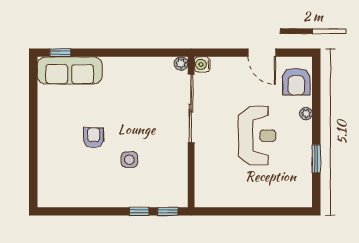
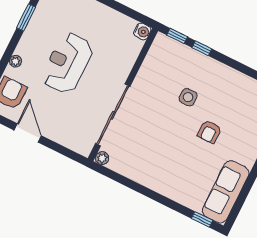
water cooler: (202, 64) -> (142, 31), moved
sofa: (70, 70) -> (226, 192), moved, turned -90

